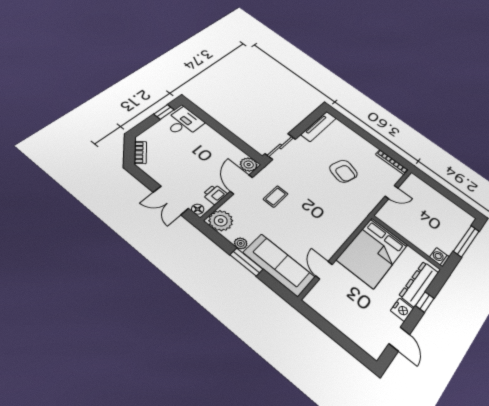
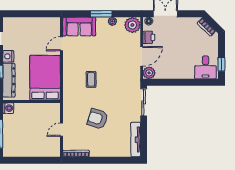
door: (241, 184) -> (142, 56), hinge flipped
coffee table: (276, 197) -> (91, 79), moved
sofa: (279, 265) -> (79, 27), width x0.73
door: (324, 270) -> (62, 44), swing flipped

